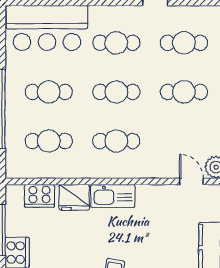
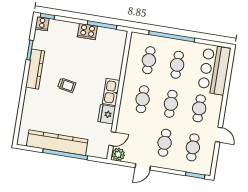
cooker: (39, 196) -> (118, 50), removed
fridge: (74, 197) -> (107, 114), moved

